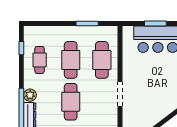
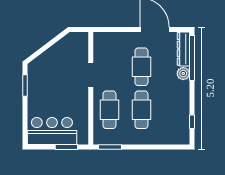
window: (87, 24) -> (110, 147), moved
window: (155, 24) -> (66, 147), moved
cafe table: (40, 60) -> (173, 110), removed

